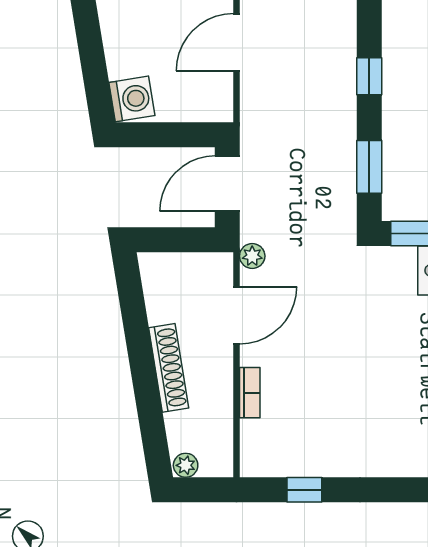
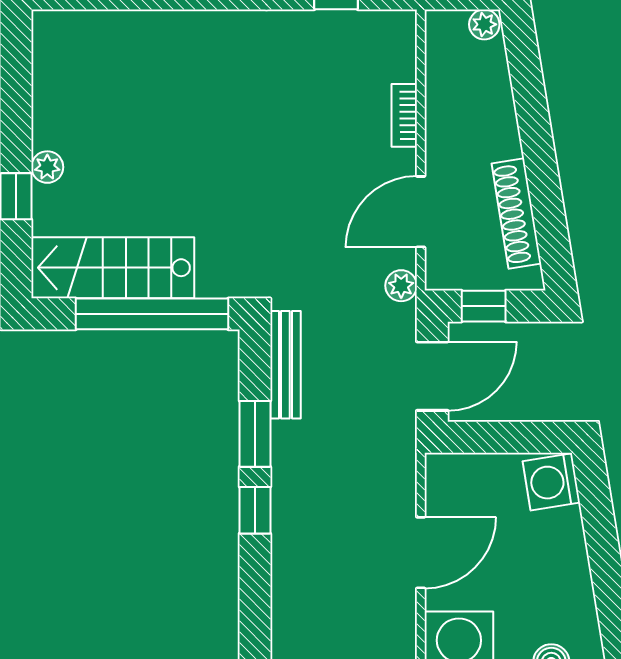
window: (369, 167) -> (255, 434), moved
bench: (345, 193) -> (285, 365), added
window: (186, 240) -> (484, 306), added
shoe rack: (169, 368) -> (516, 214), moved

